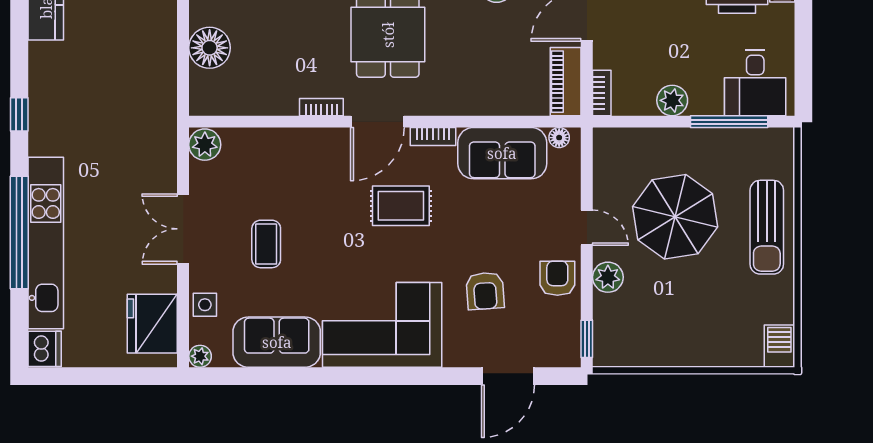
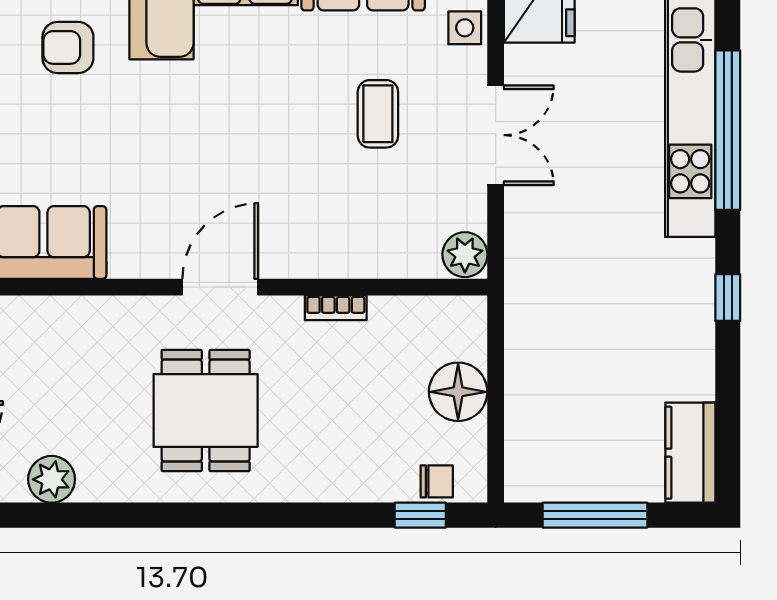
bookcase: (321, 107) -> (336, 308), moved
bookcase: (433, 137) -> (142, 266), removed
rug: (401, 206) -> (187, 168), removed
armchair: (485, 291) -> (68, 47), turned -86

